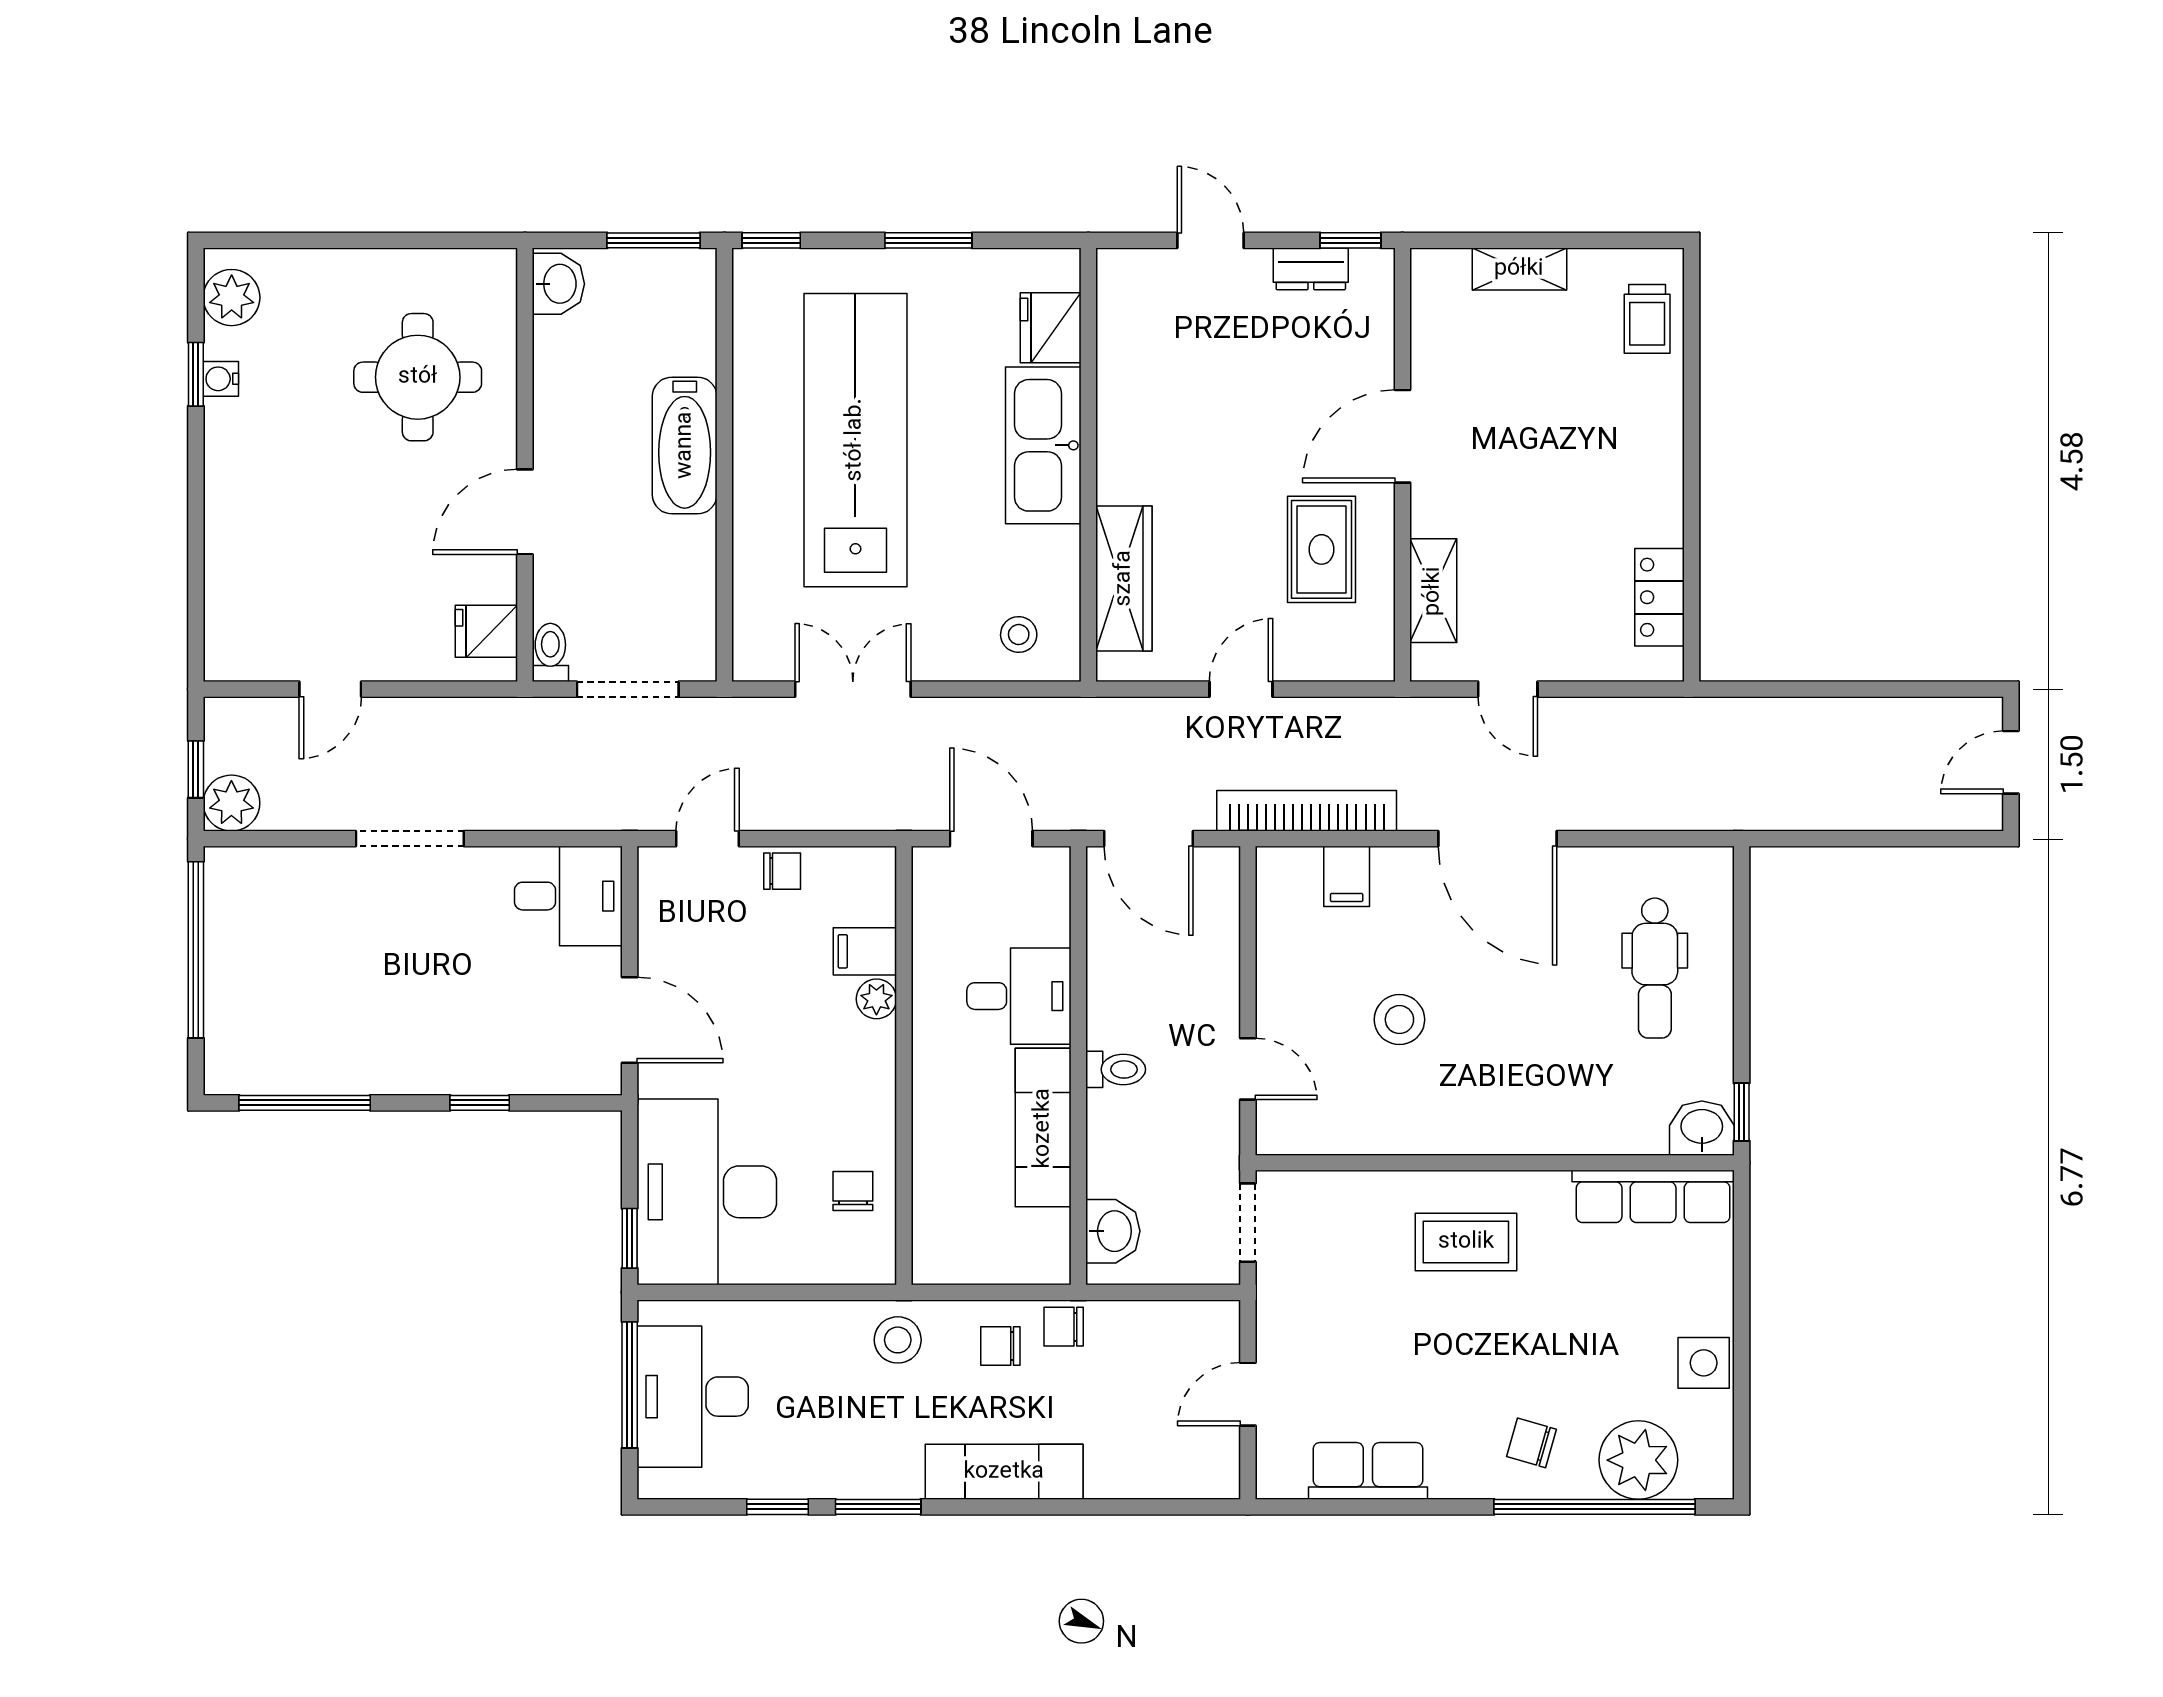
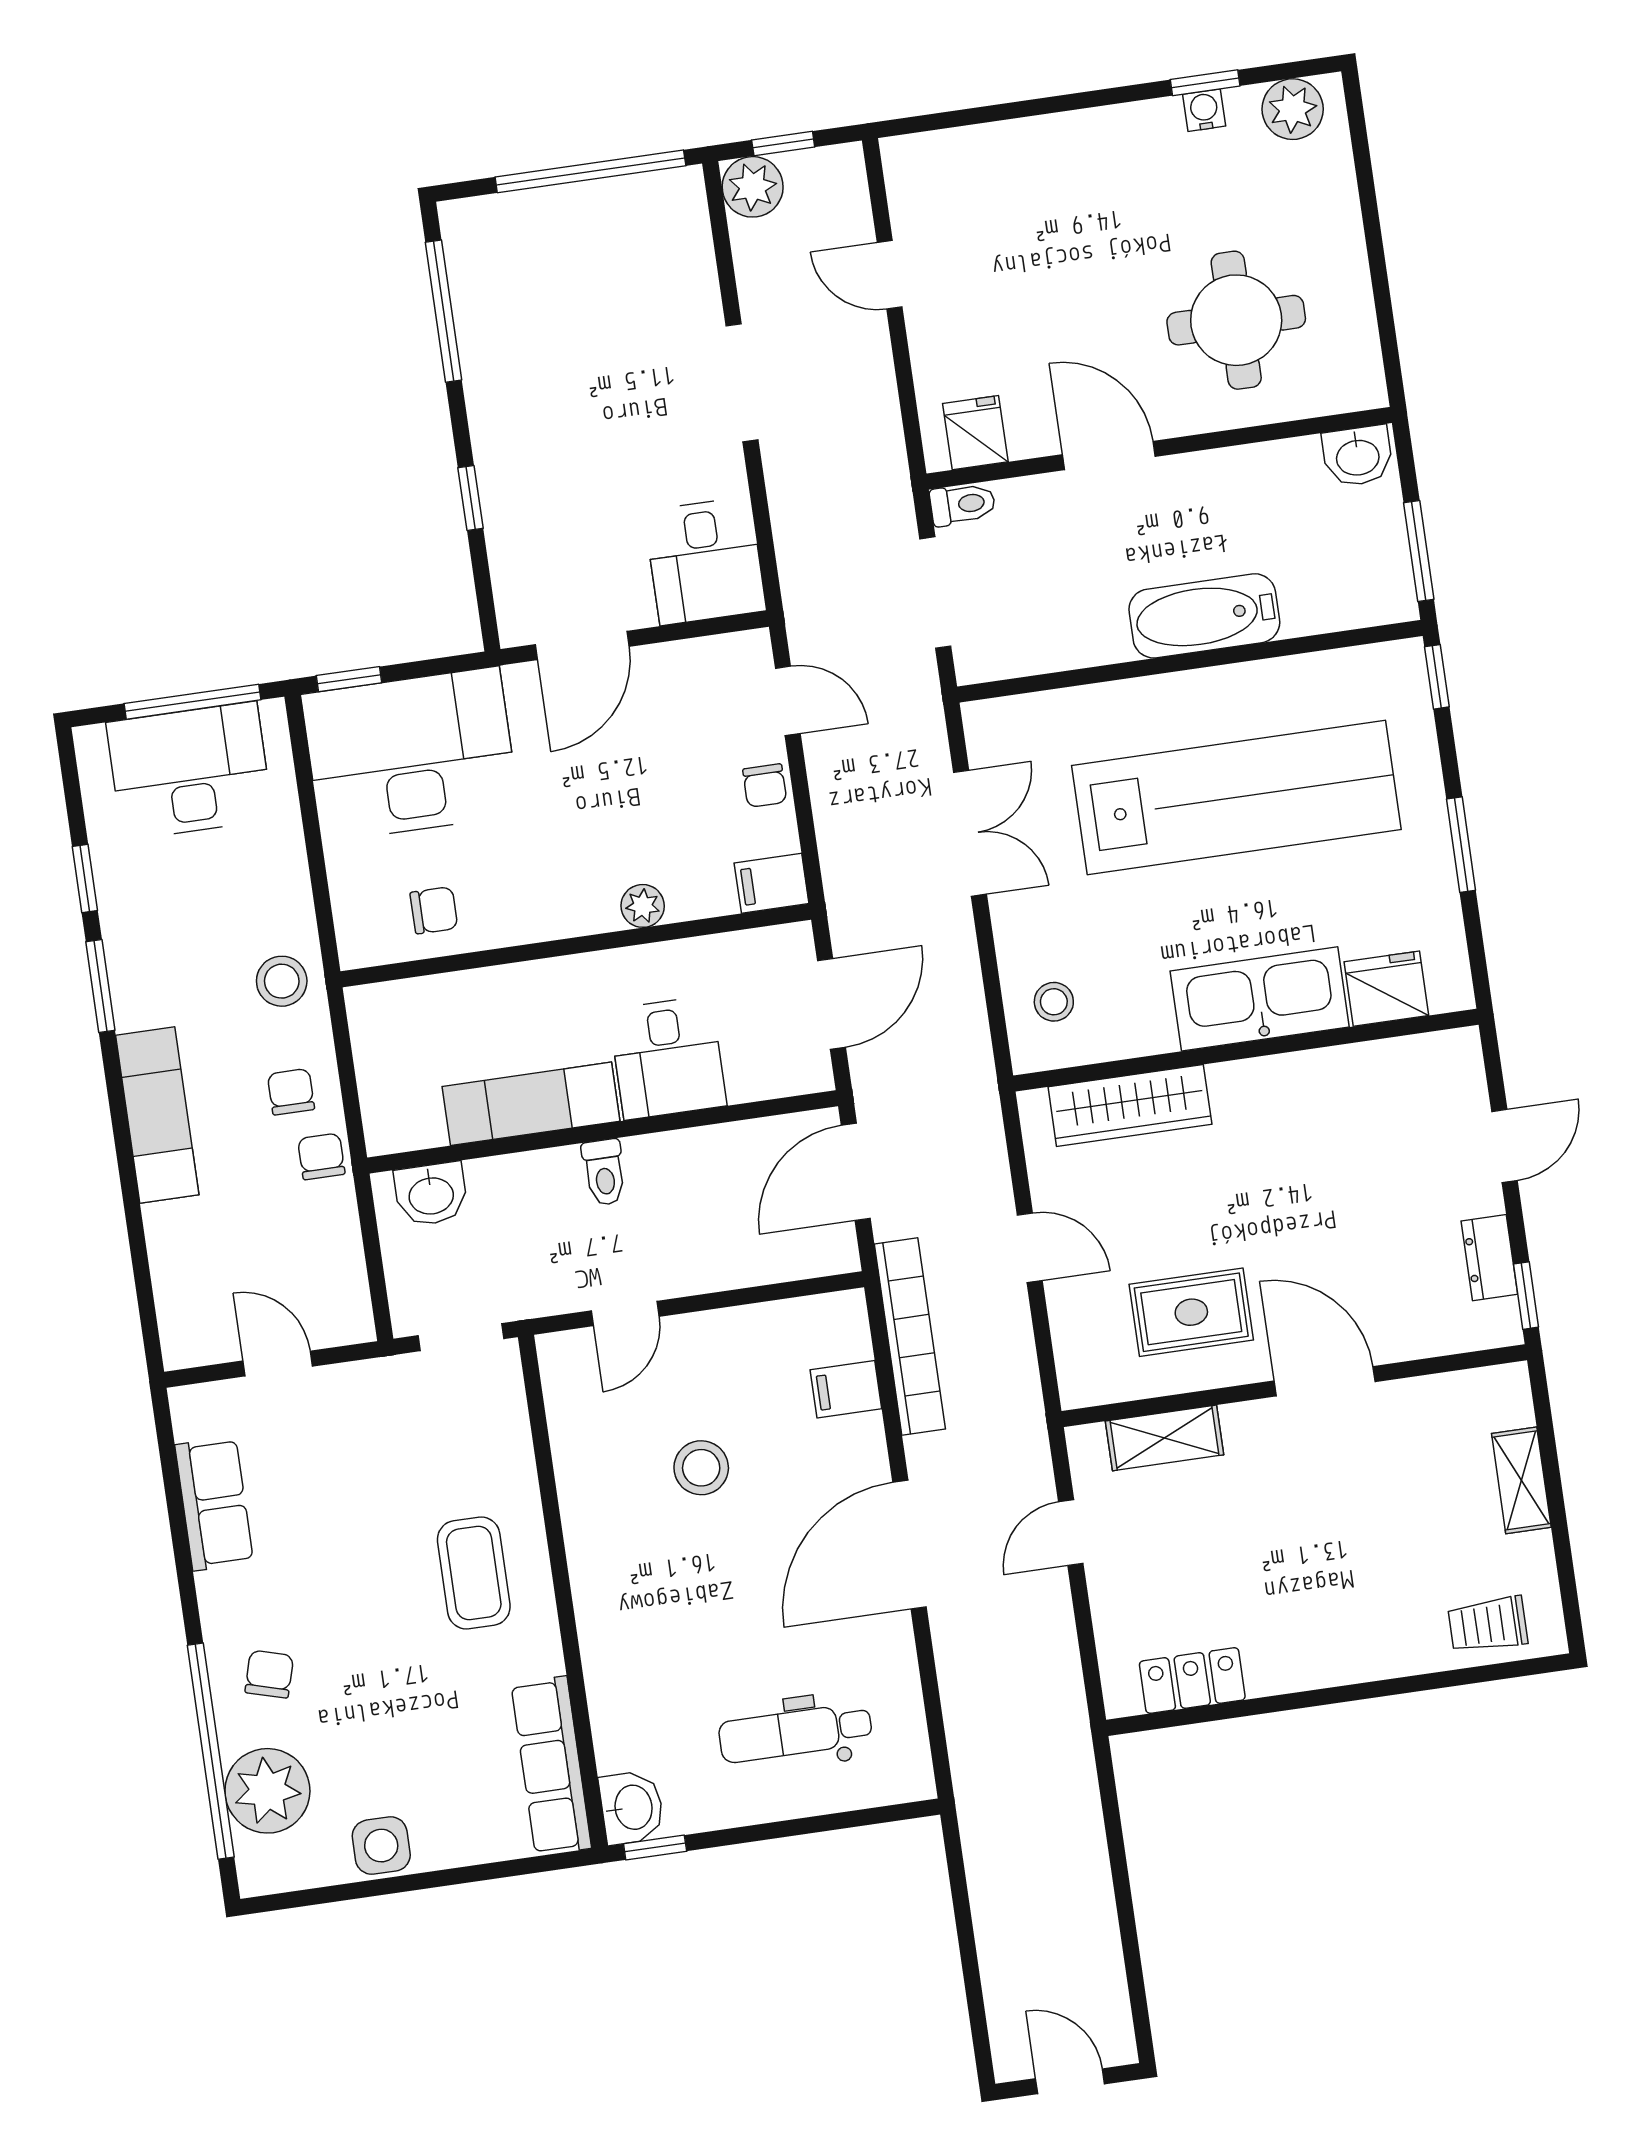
filing cabinet: (865, 951) -> (772, 883), moved, turned -90

